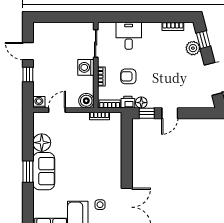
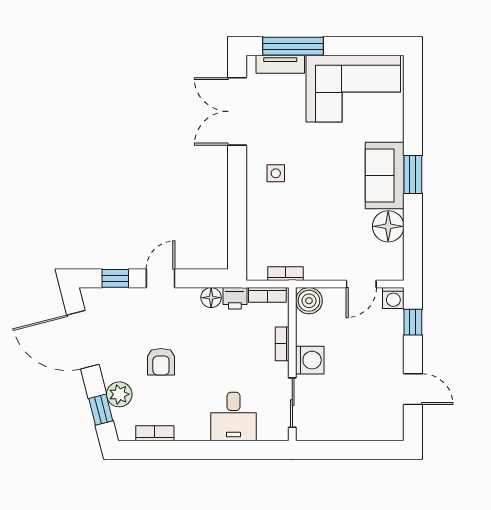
window: (28, 75) -> (413, 322), moved
armchair: (128, 76) -> (161, 362), moved, turned 90
window: (147, 113) -> (115, 278), moved
side table: (100, 205) -> (276, 173), moved

